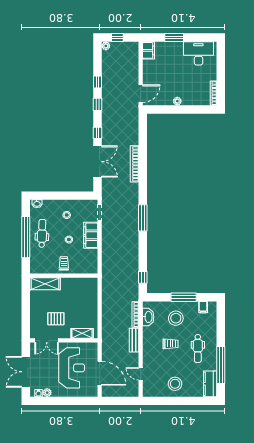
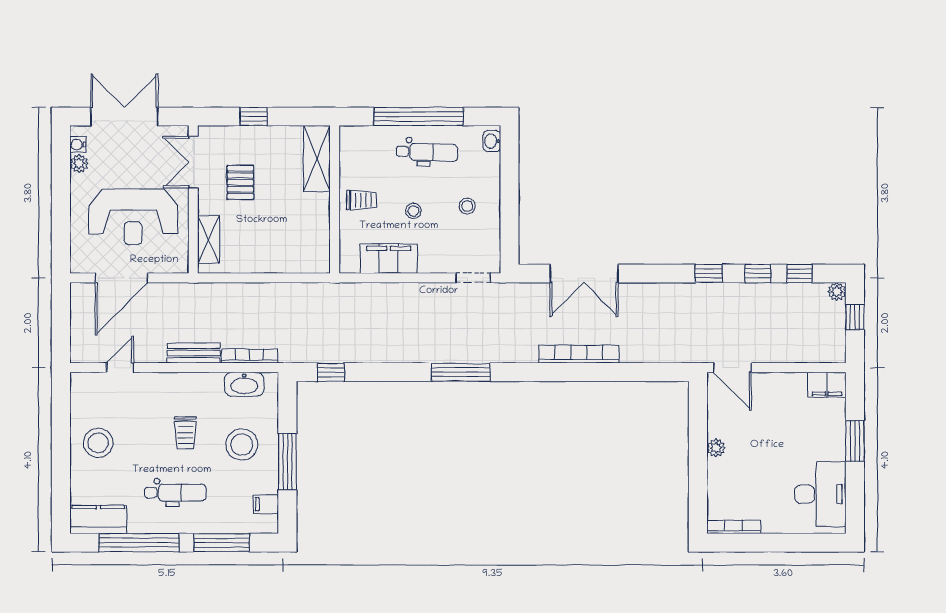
window: (98, 133) -> (800, 273), moved
filing cabinet: (91, 235) -> (389, 259), moved
window: (26, 313) -> (254, 116), added
window: (221, 327) -> (222, 543), added
dental chair: (198, 348) -> (175, 493), turned 180

